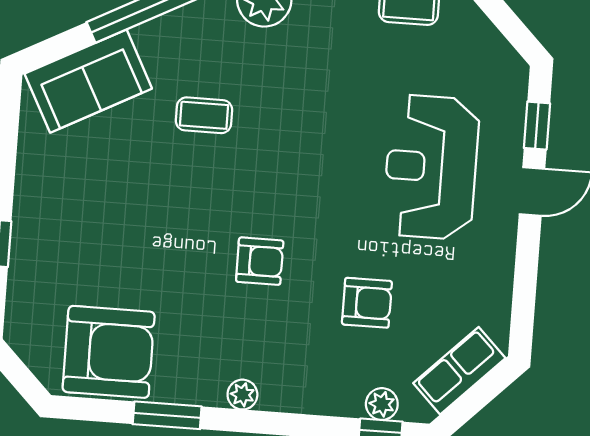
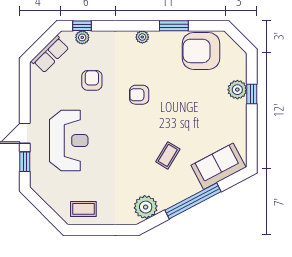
coffee table: (204, 115) -> (168, 155), turned -59
plant: (31, 256) -> (237, 90), added
armchair: (367, 303) -> (92, 80), turned 90

